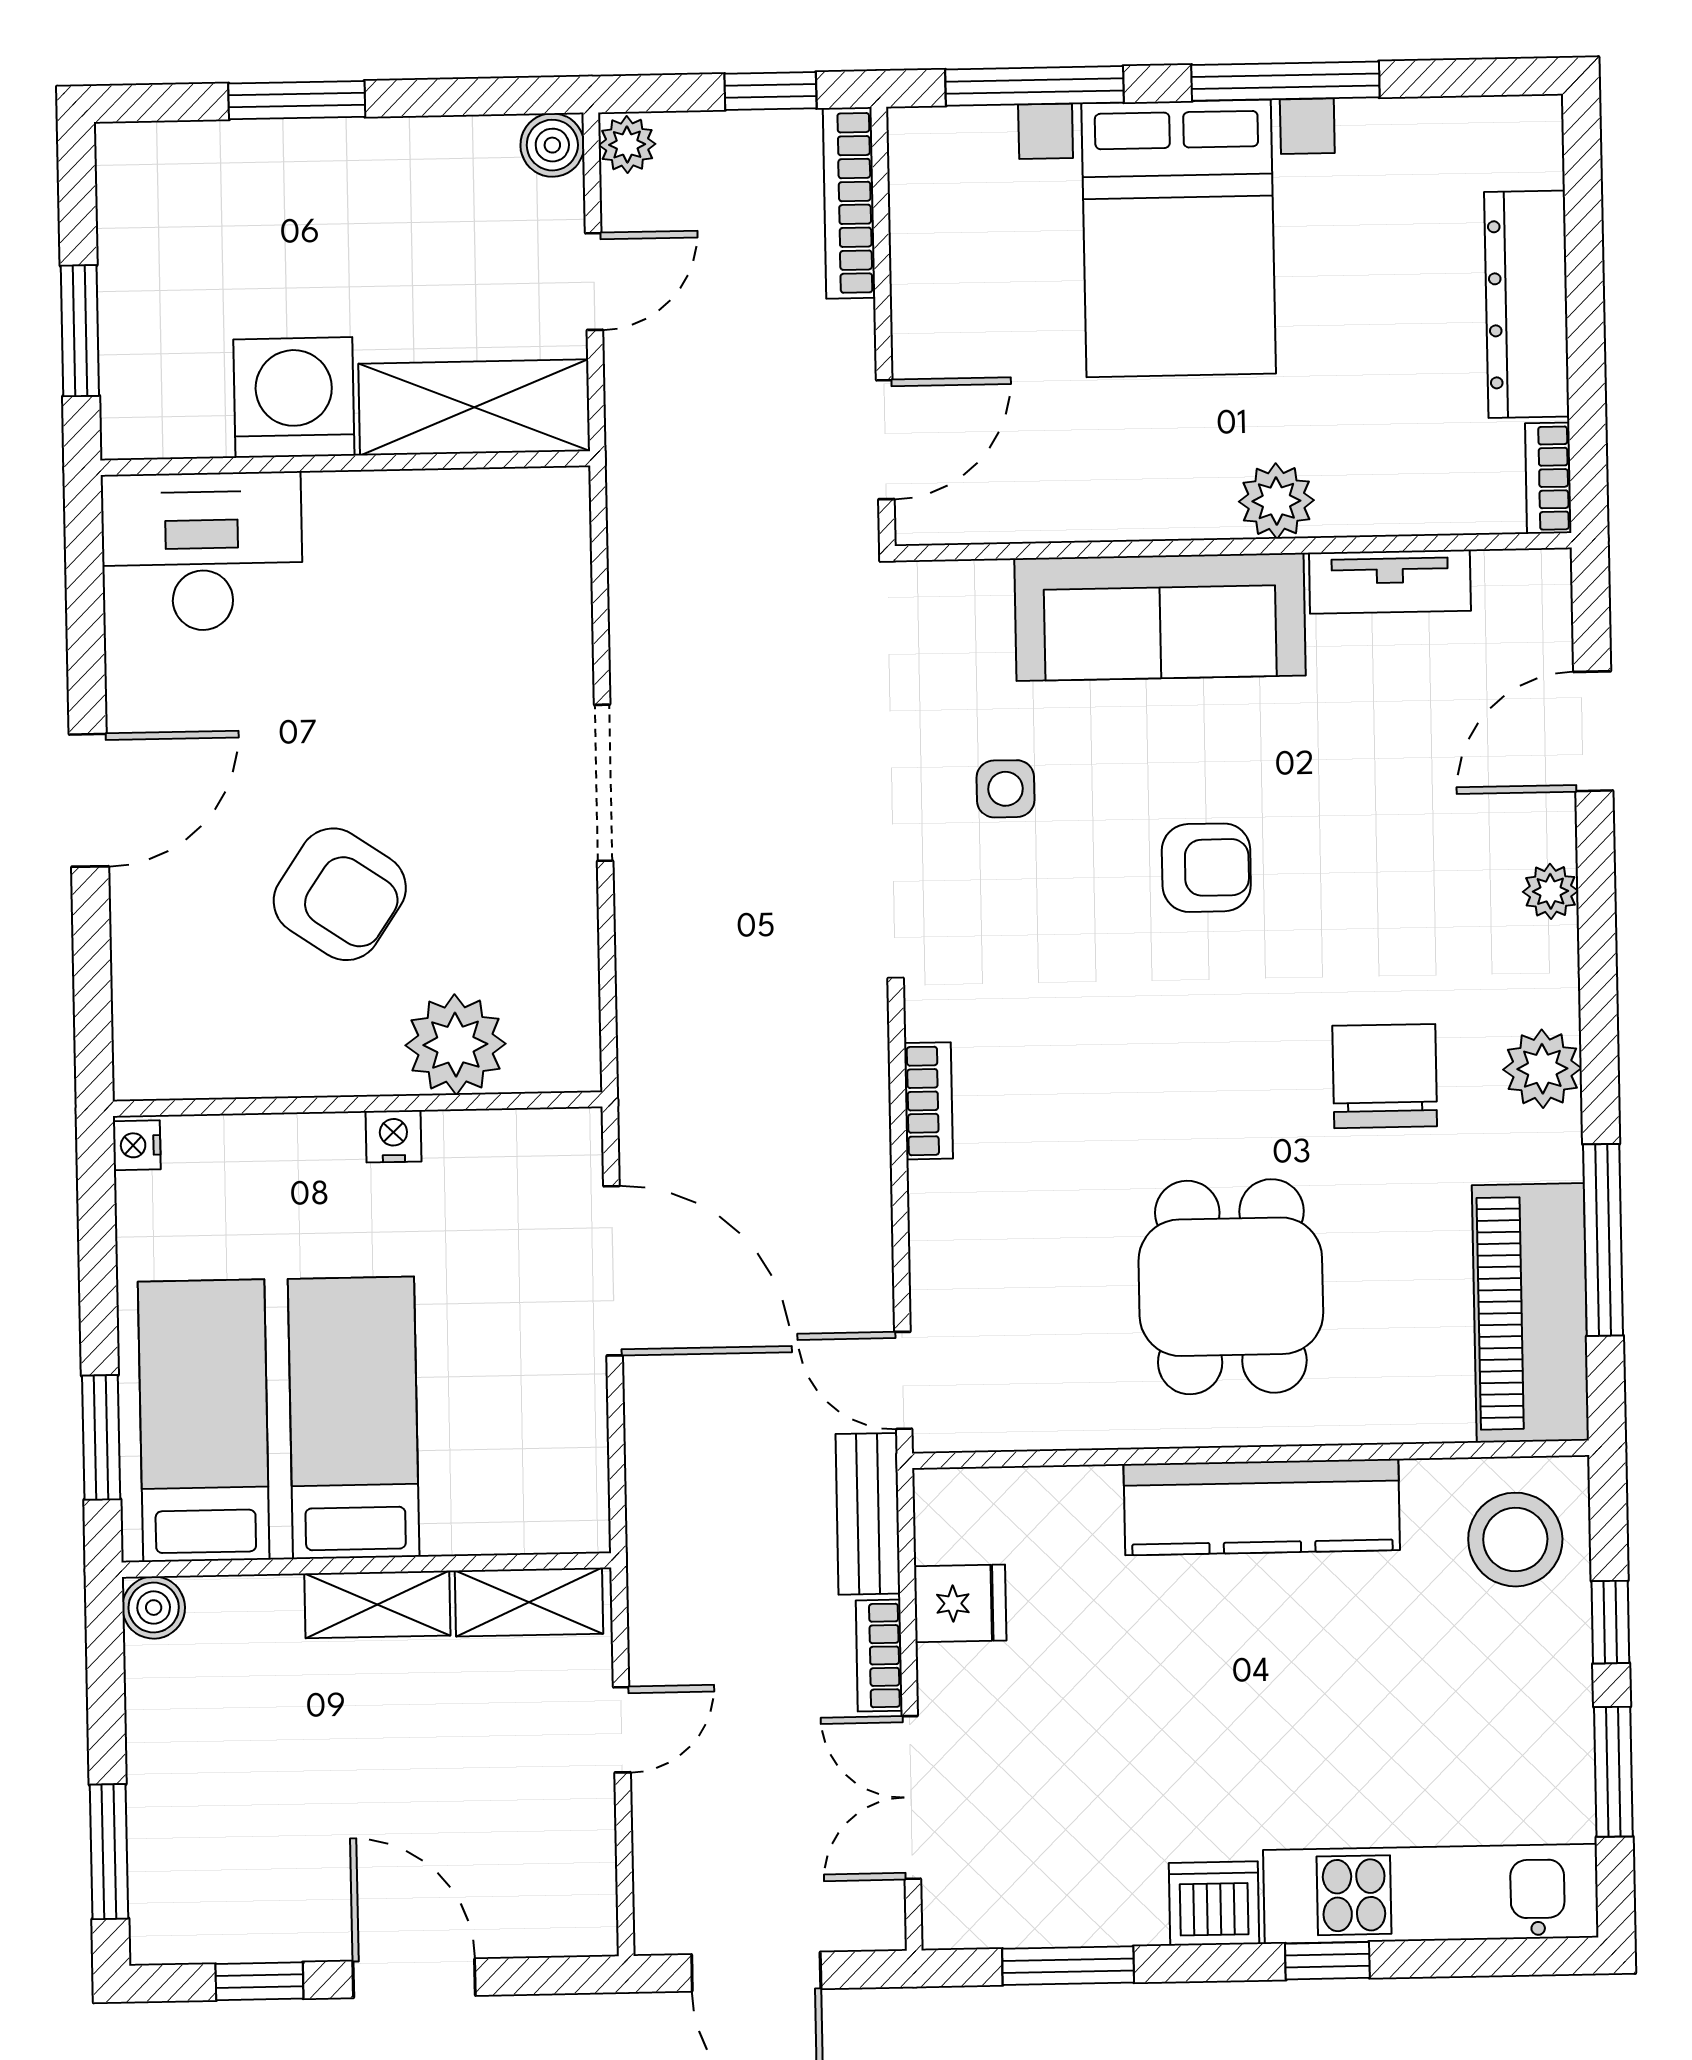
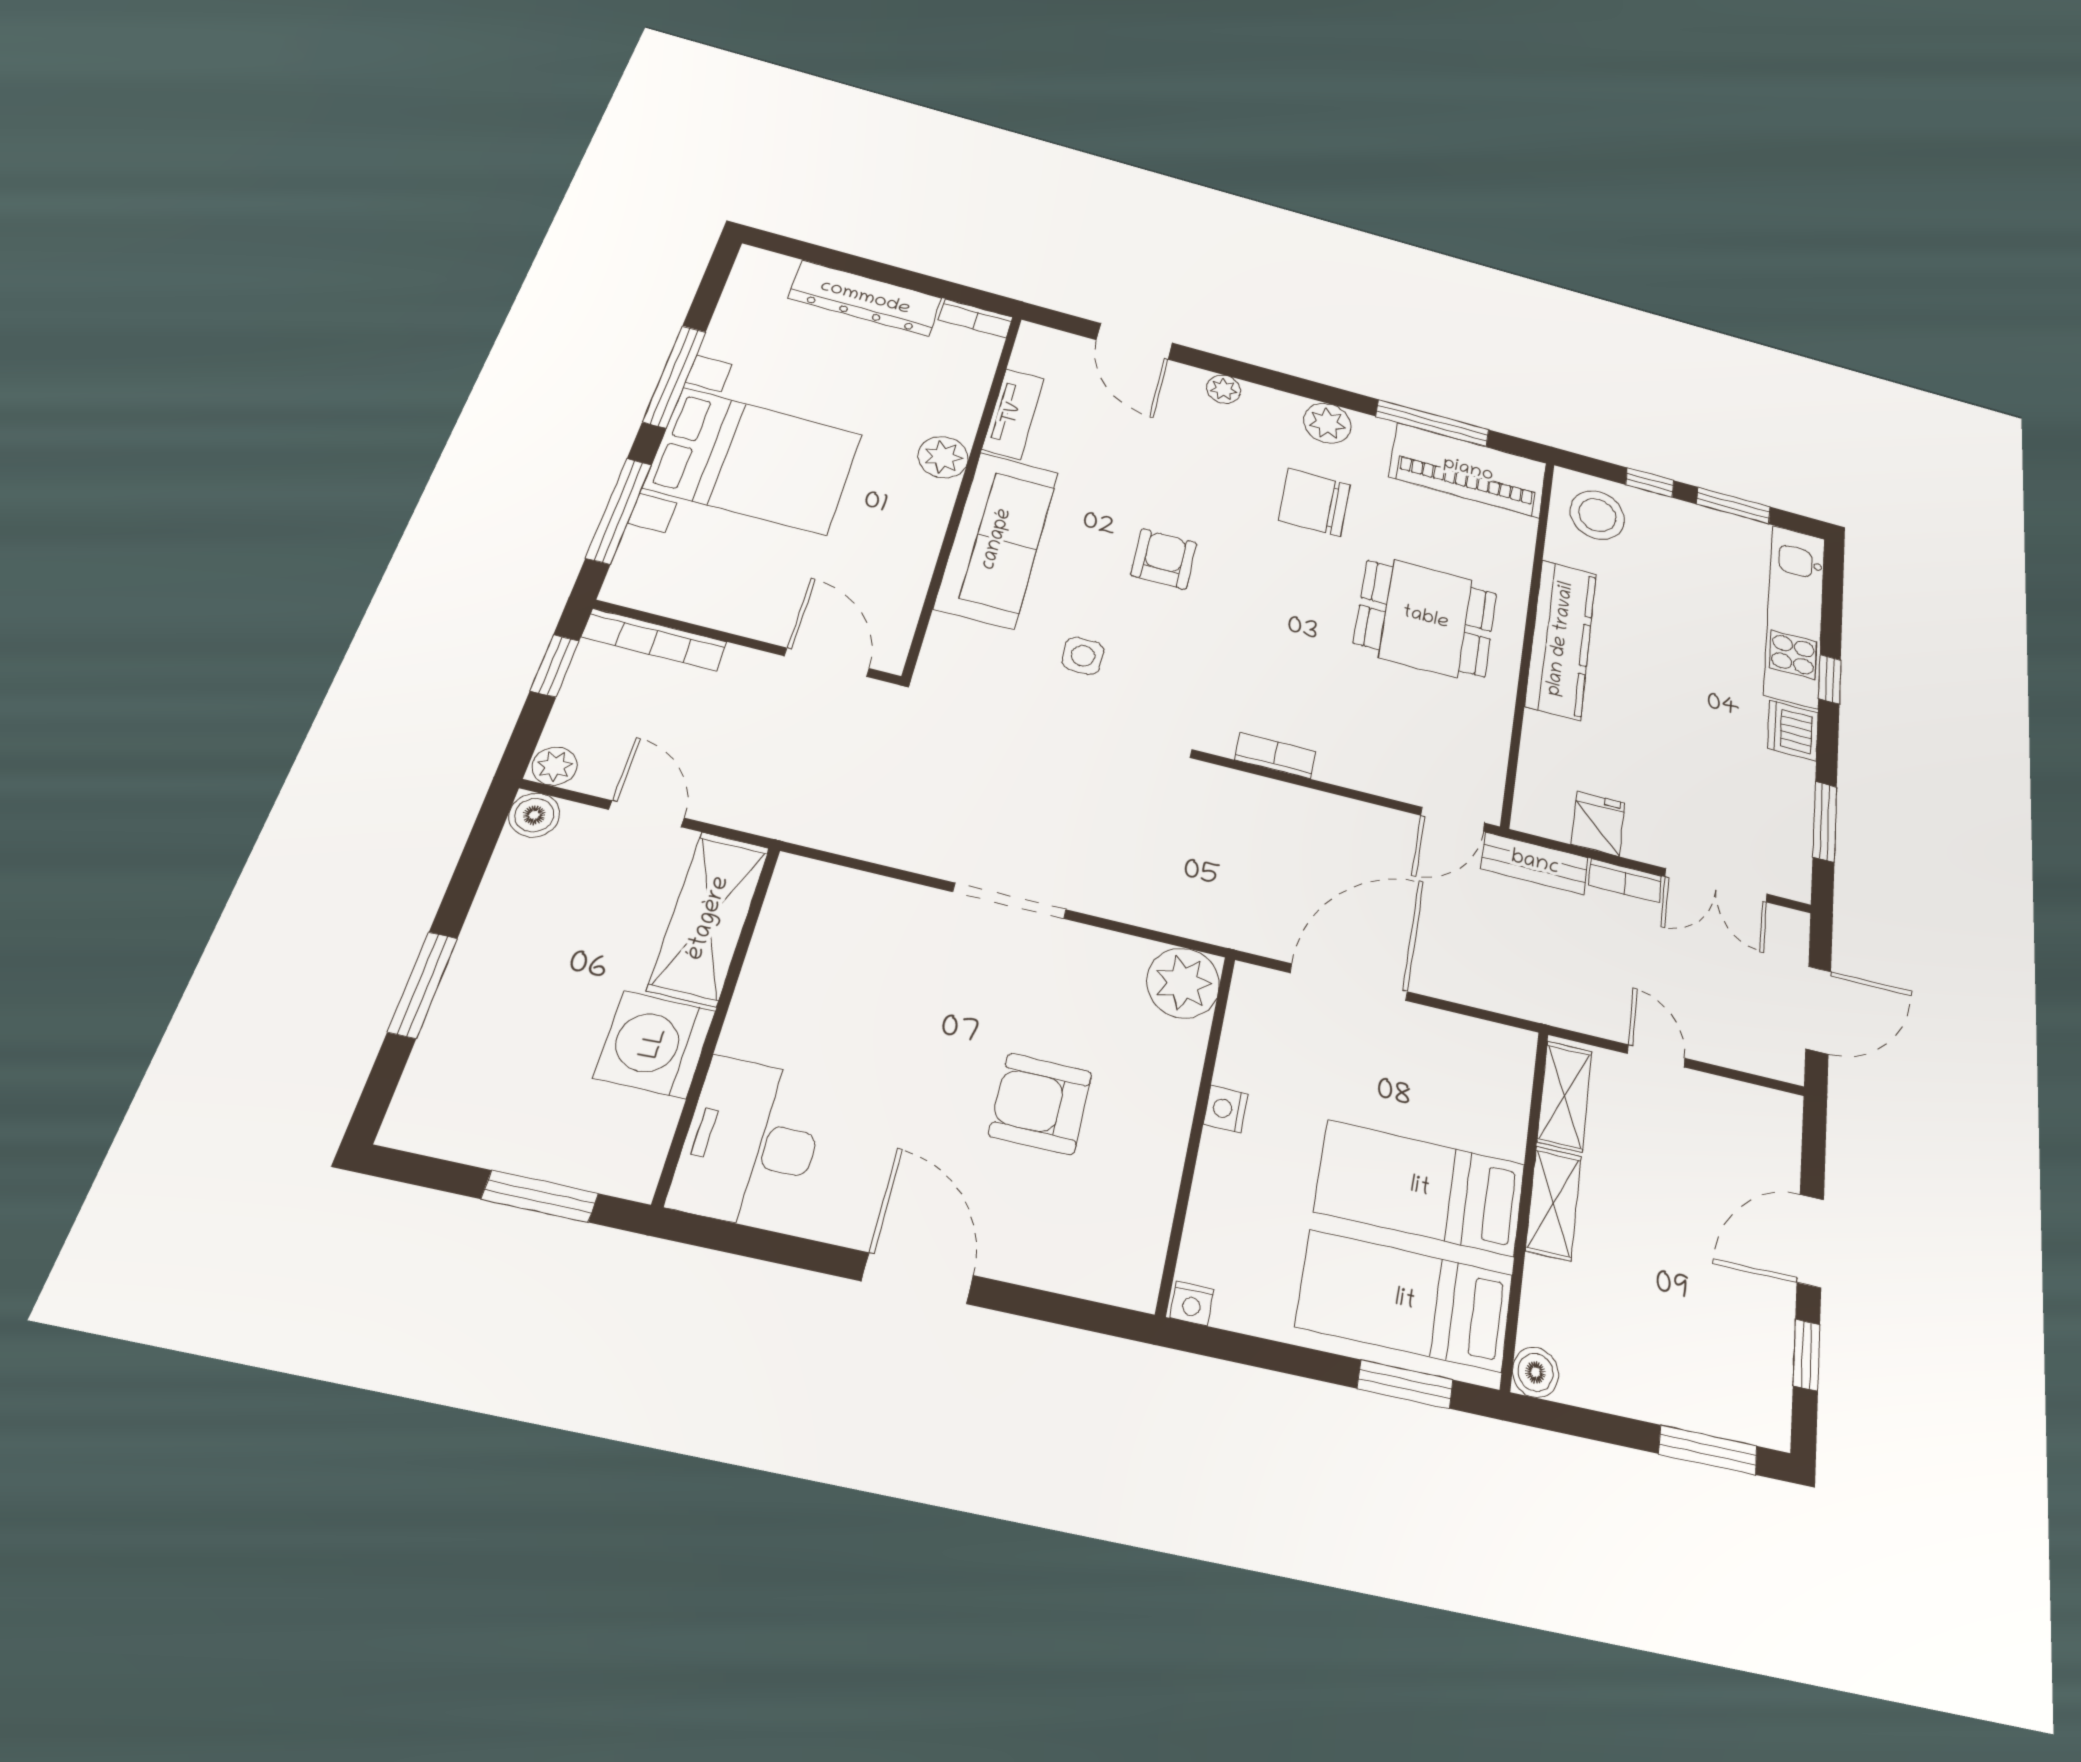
armchair: (340, 894) -> (1041, 1104), turned -124
plant: (455, 1045) -> (1183, 983), moved

